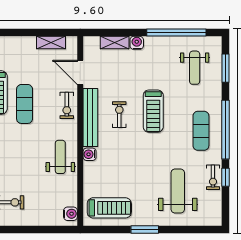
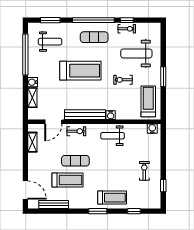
treadmill: (153, 111) -> (80, 71), width x1.37, depth x1.37
exercise bike: (119, 115) -> (123, 80), moved

